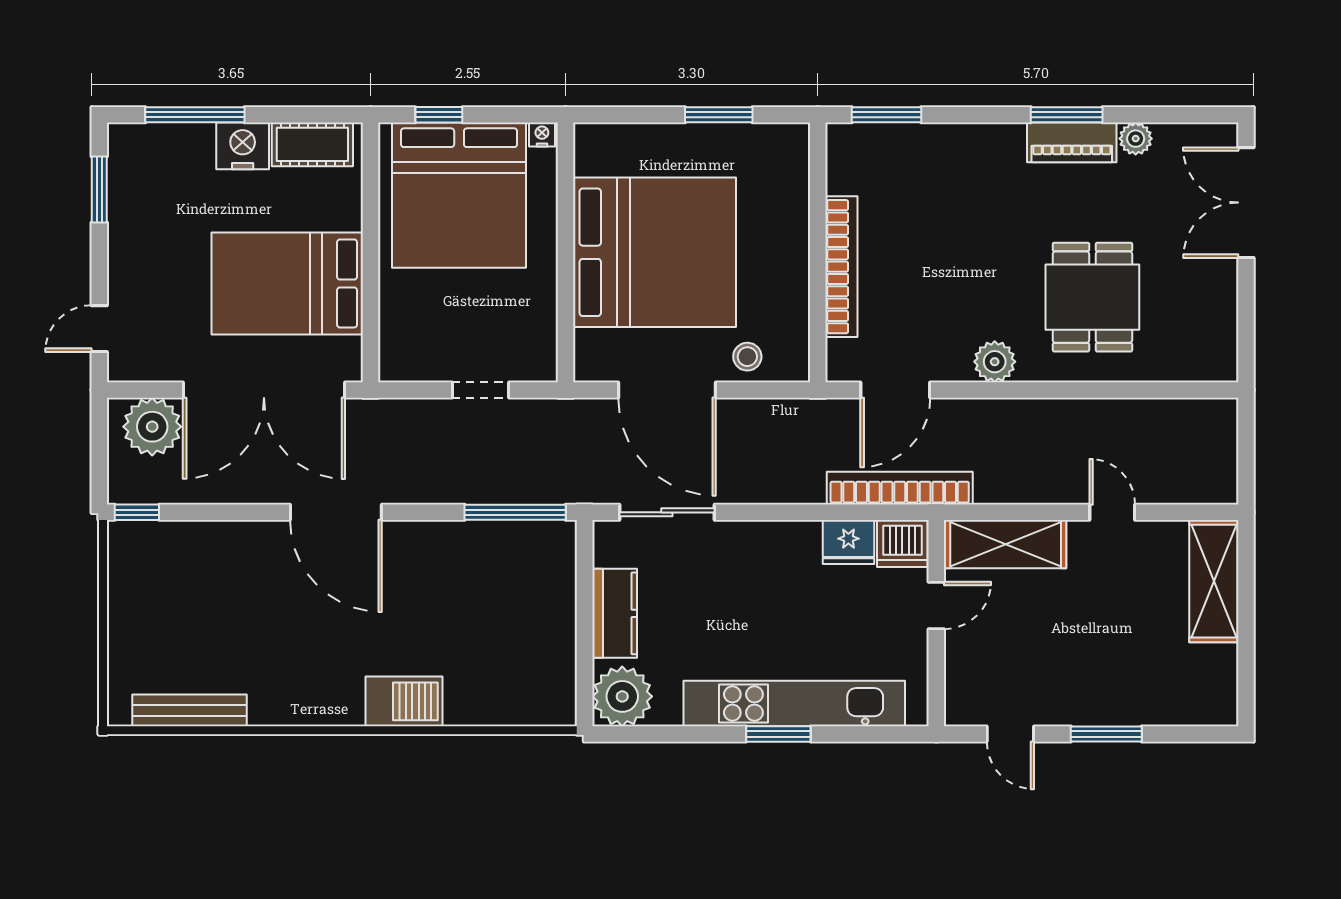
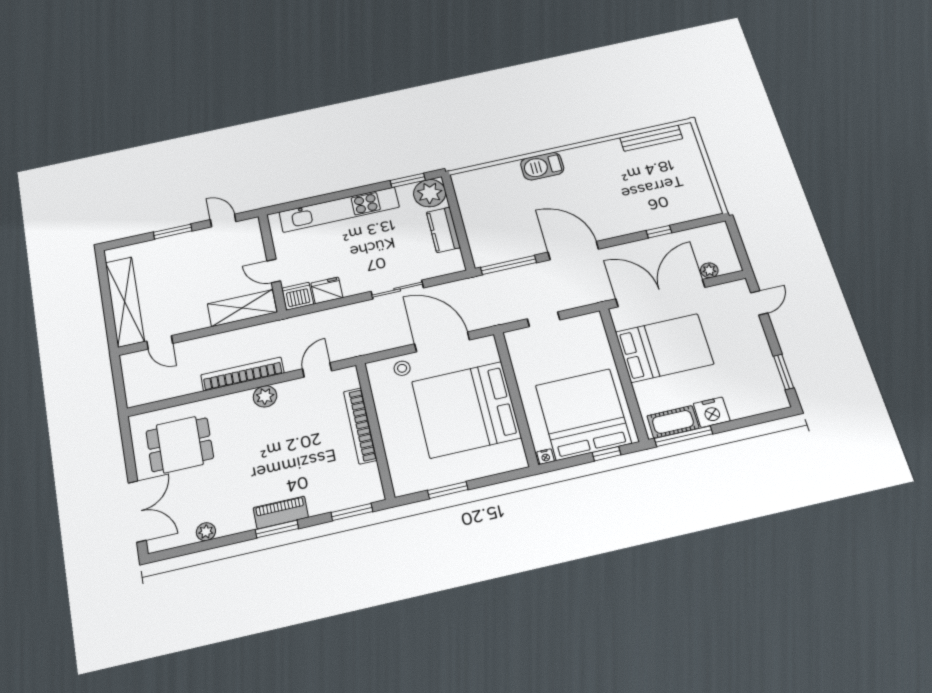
window: (195, 115) -> (684, 436), moved
window: (1067, 115) -> (277, 529), moved
piano: (1072, 142) -> (281, 513), moved
dining table: (1092, 297) -> (180, 445), moved, turned 90
door: (895, 390) -> (317, 370), width x0.73
plant: (152, 427) -> (709, 270), width x0.53, depth x0.53
bookcase: (900, 488) -> (242, 374), moved, turned 180
window: (137, 512) -> (659, 232), moved
door: (336, 512) -> (573, 251), moved
sliding door: (667, 512) -> (397, 290), moved
door: (1112, 512) -> (160, 342), moved
shelving: (1214, 581) -> (125, 302), width x1.47
door: (936, 605) -> (274, 271), hinge flipped
window: (778, 734) -> (408, 180), moved

